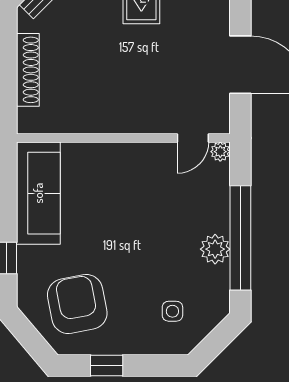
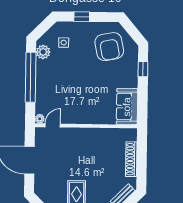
sofa: (38, 193) -> (127, 107), width x0.73
plant: (215, 249) -> (43, 52), moved
window: (107, 366) -> (82, 17), moved

